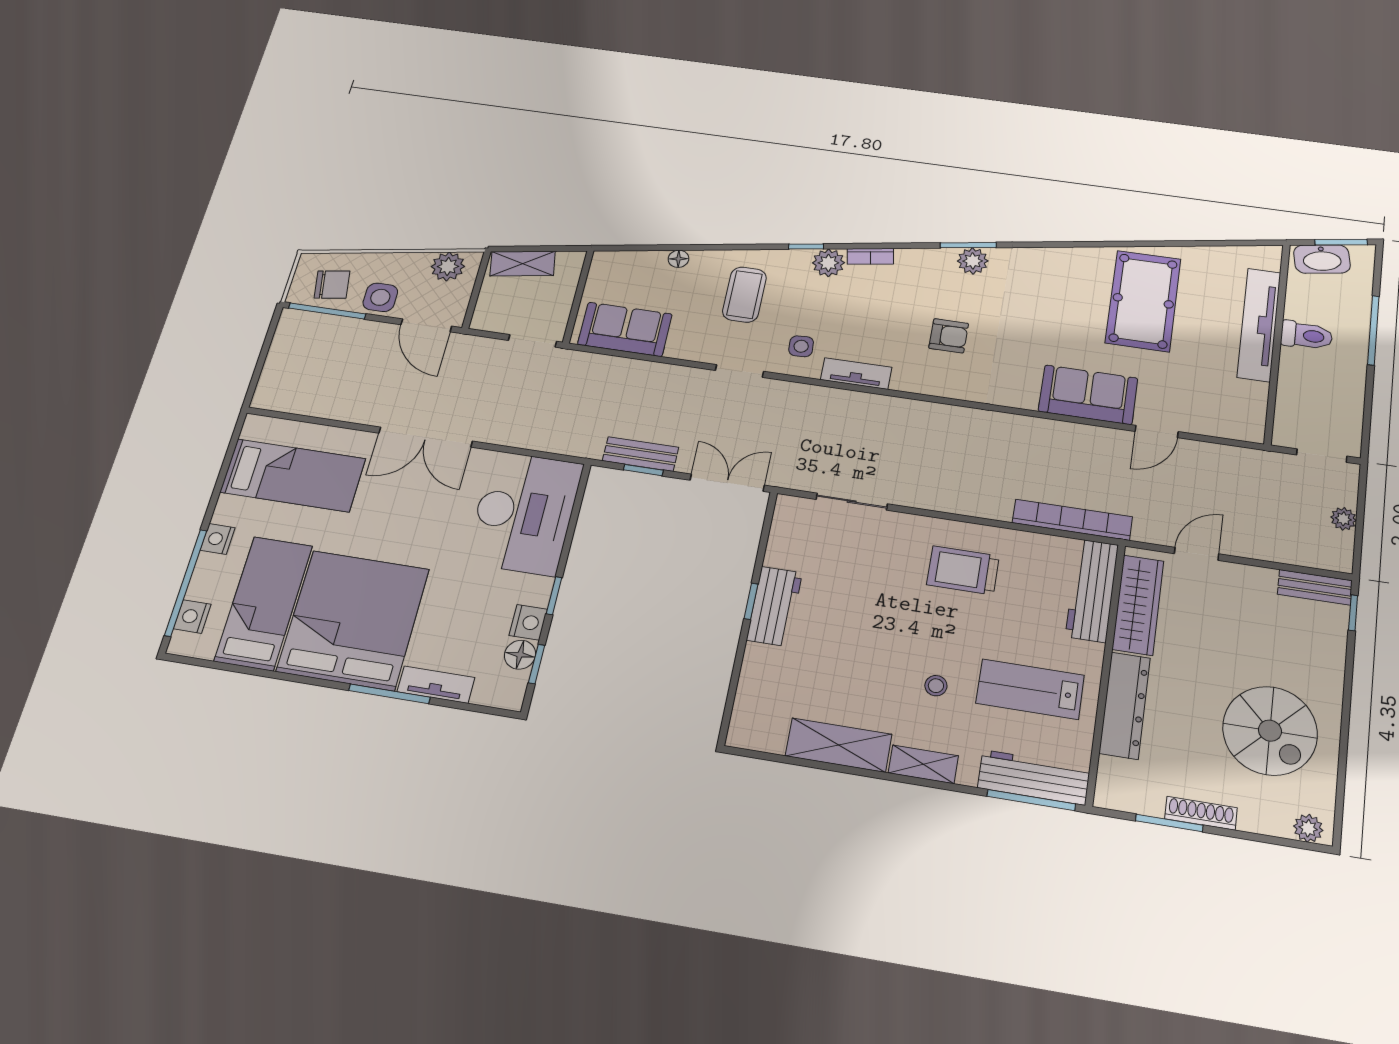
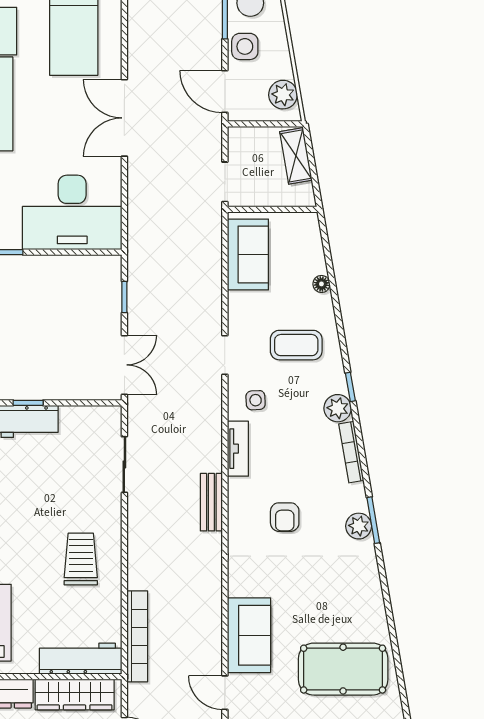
bookcase: (870, 256) -> (351, 452), width x1.56
door: (426, 325) -> (225, 92), hinge flipped
bench: (640, 454) -> (211, 502), moved

